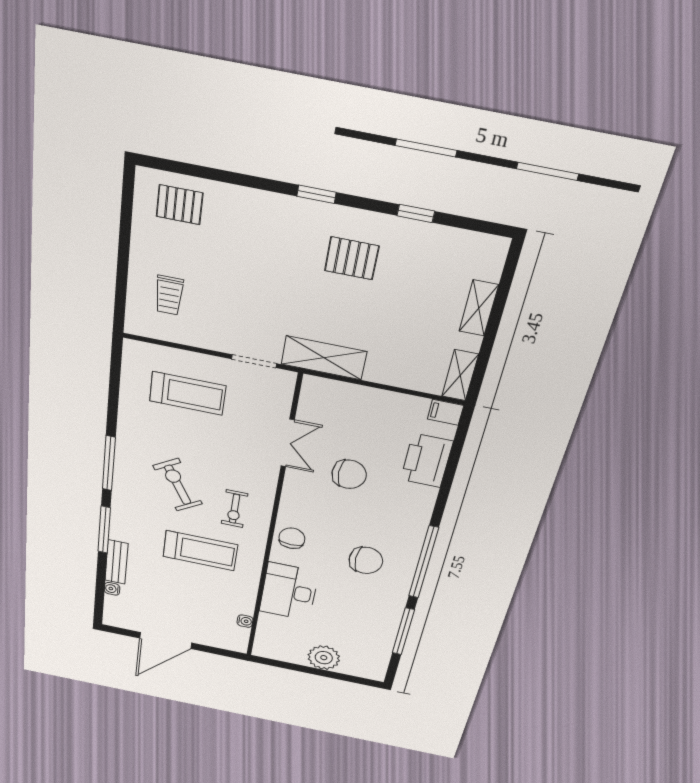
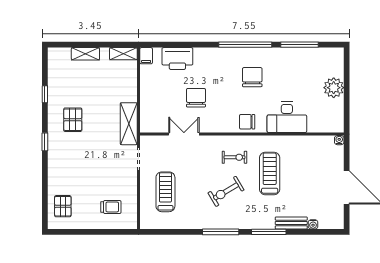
water cooler: (245, 621) -> (339, 140), moved

